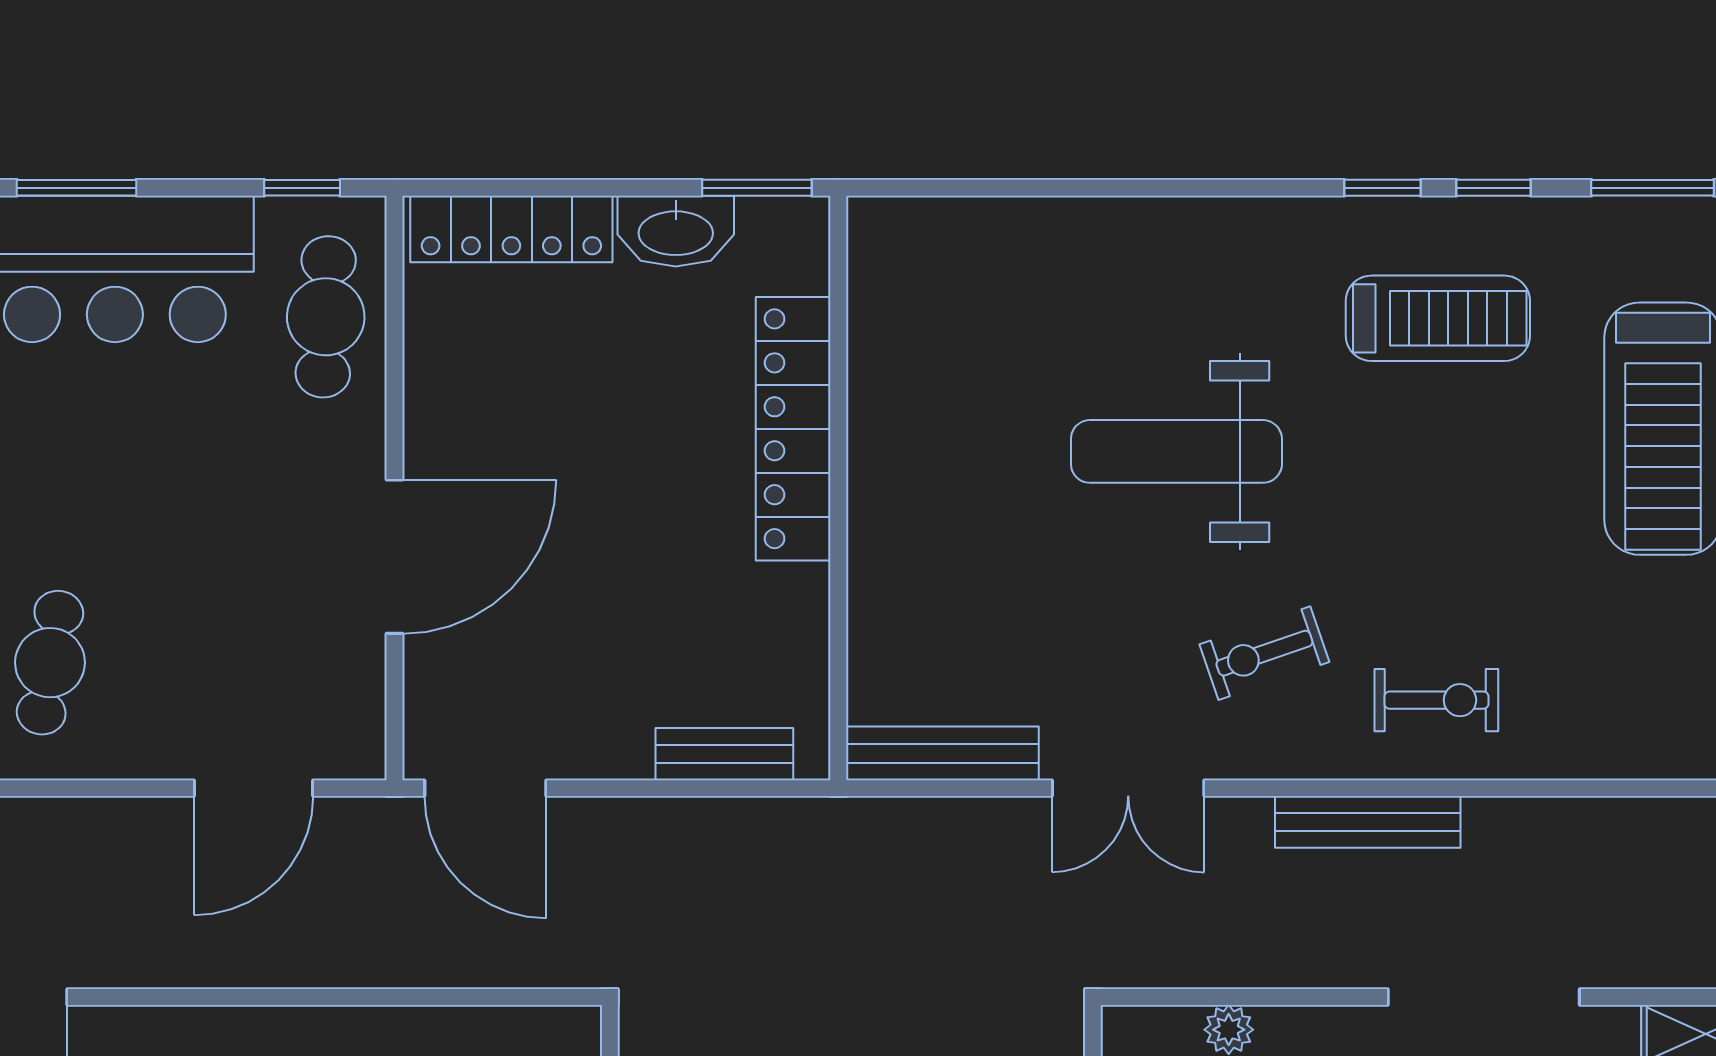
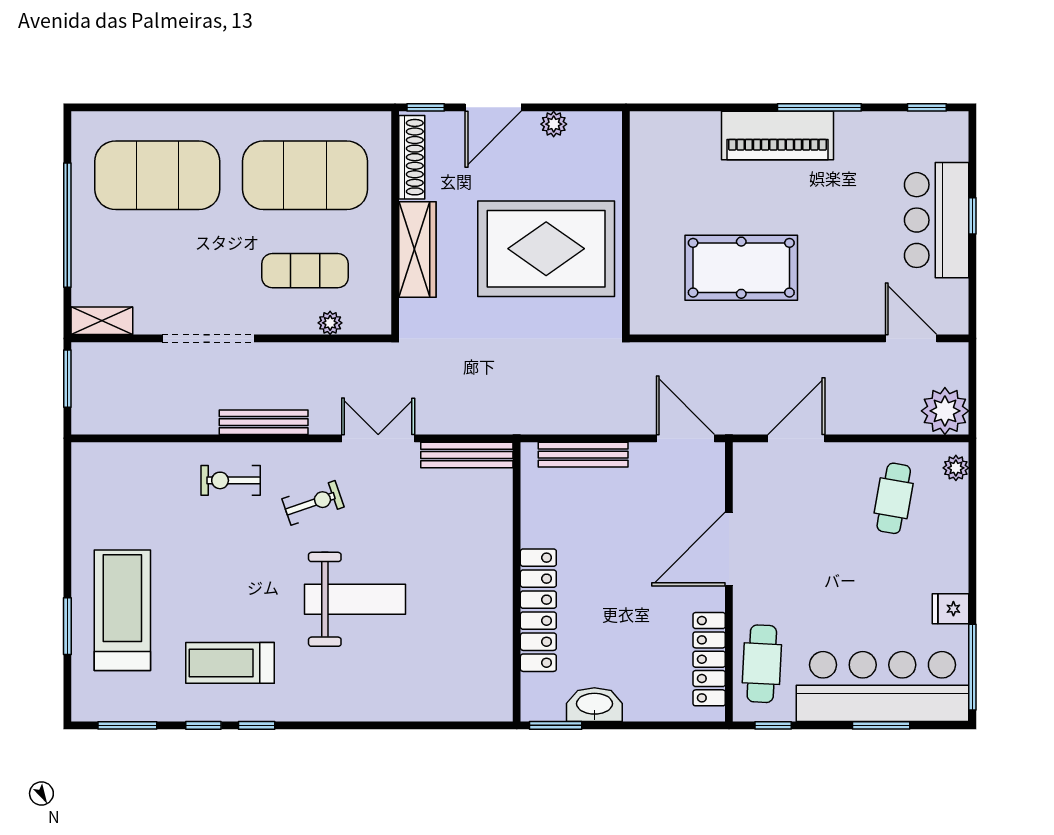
locker: (511, 229) -> (709, 659), moved, turned -90
bench: (724, 754) -> (583, 455), width x1.36

